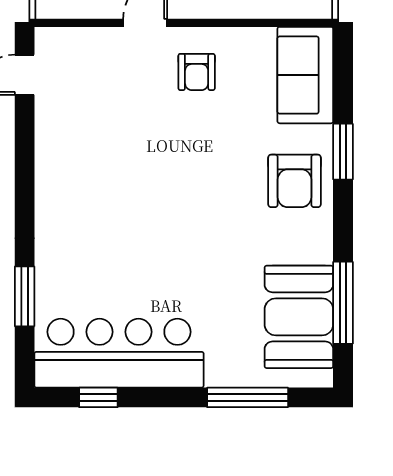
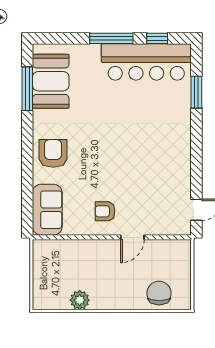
armchair: (197, 72) -> (105, 211), turned -90
window: (343, 152) -> (27, 169), removed
window: (248, 397) -> (111, 38), moved

